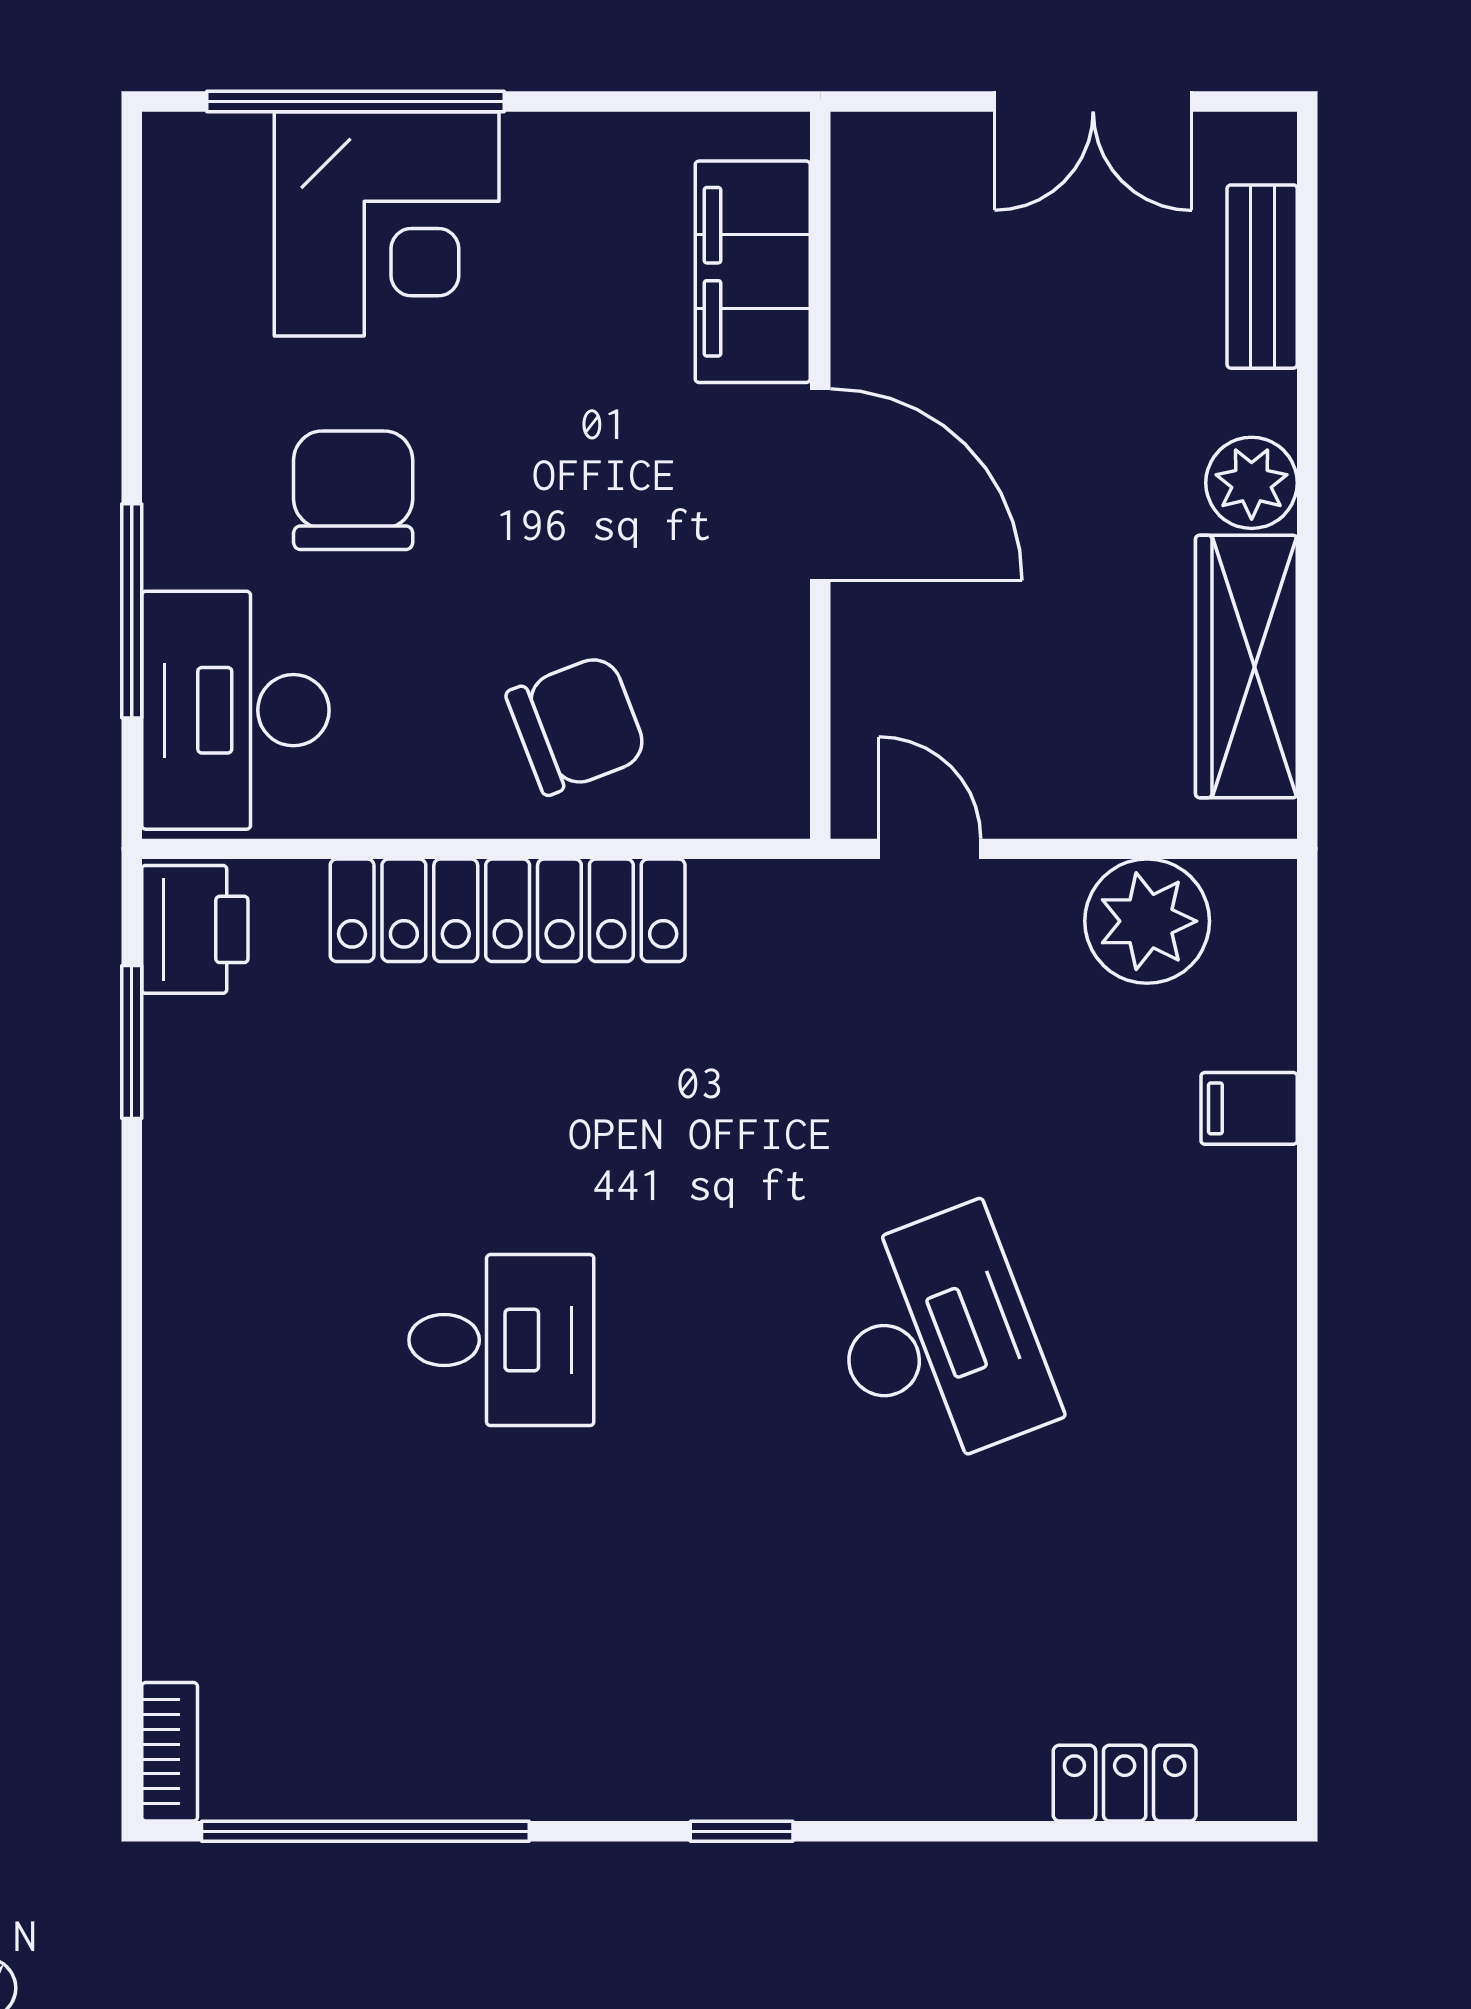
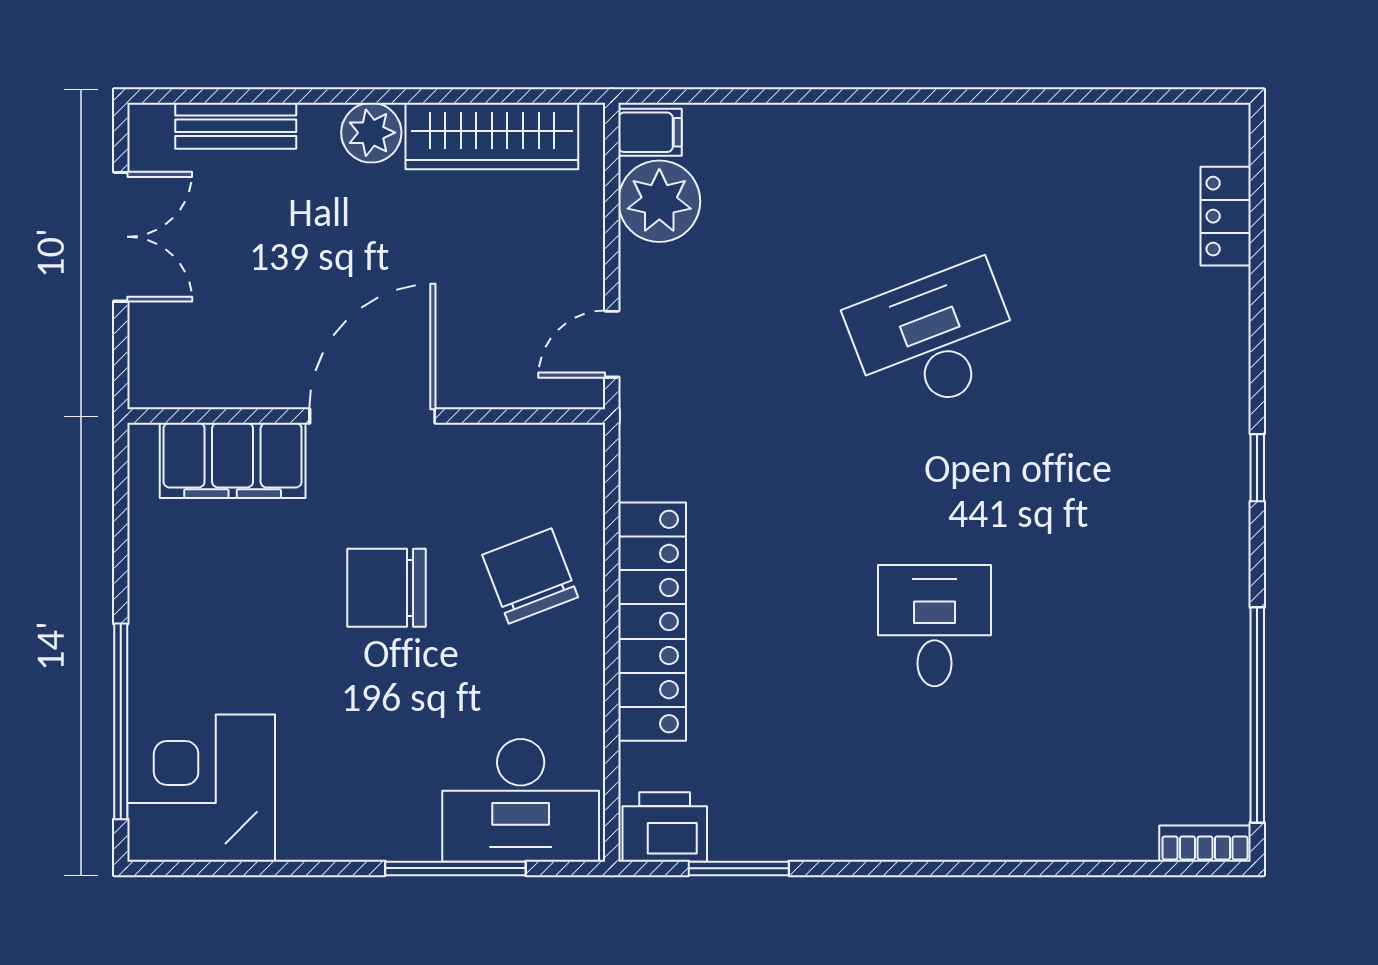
corner desk: (387, 224) -> (201, 788), moved, turned -90
chair: (353, 490) -> (387, 588), moved
filing cabinet: (1249, 1108) -> (650, 132), moved, turned -90

